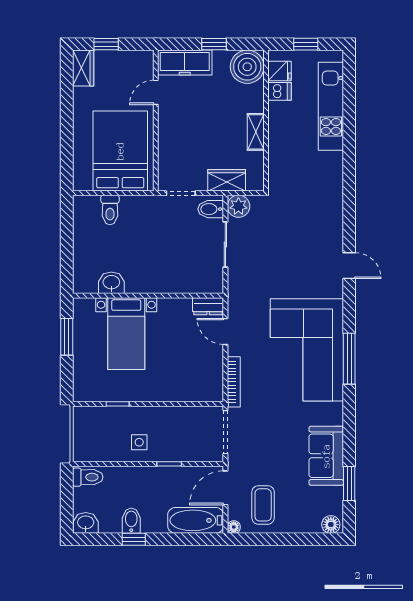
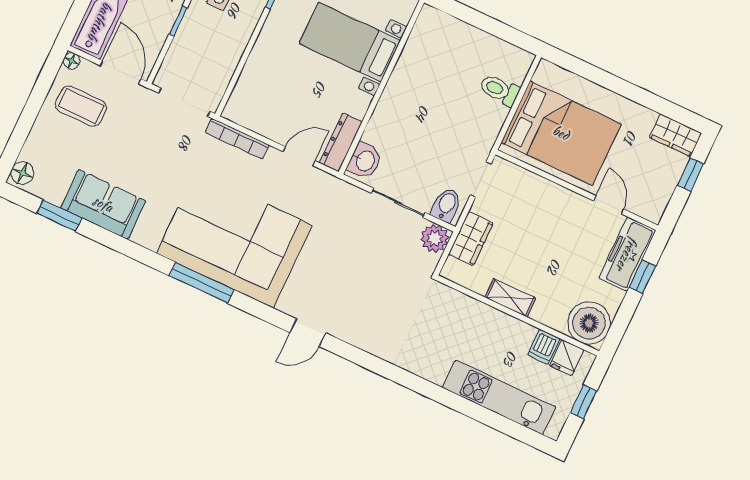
window: (214, 44) -> (642, 277), moved
washbasin: (111, 283) -> (365, 161), moved
dresser: (208, 306) -> (341, 142), width x1.44

